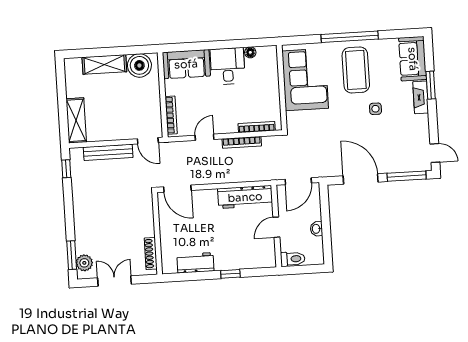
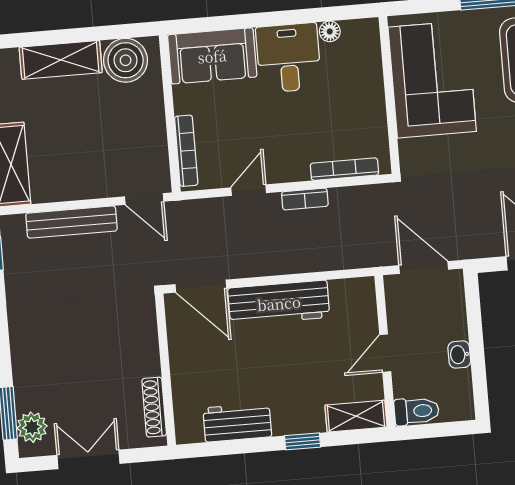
bookcase: (242, 142) -> (305, 199), width x0.64
door: (298, 181) -> (424, 267), swing flipped
workbench: (245, 197) -> (279, 303), moved
shelving: (260, 261) -> (356, 416), added

